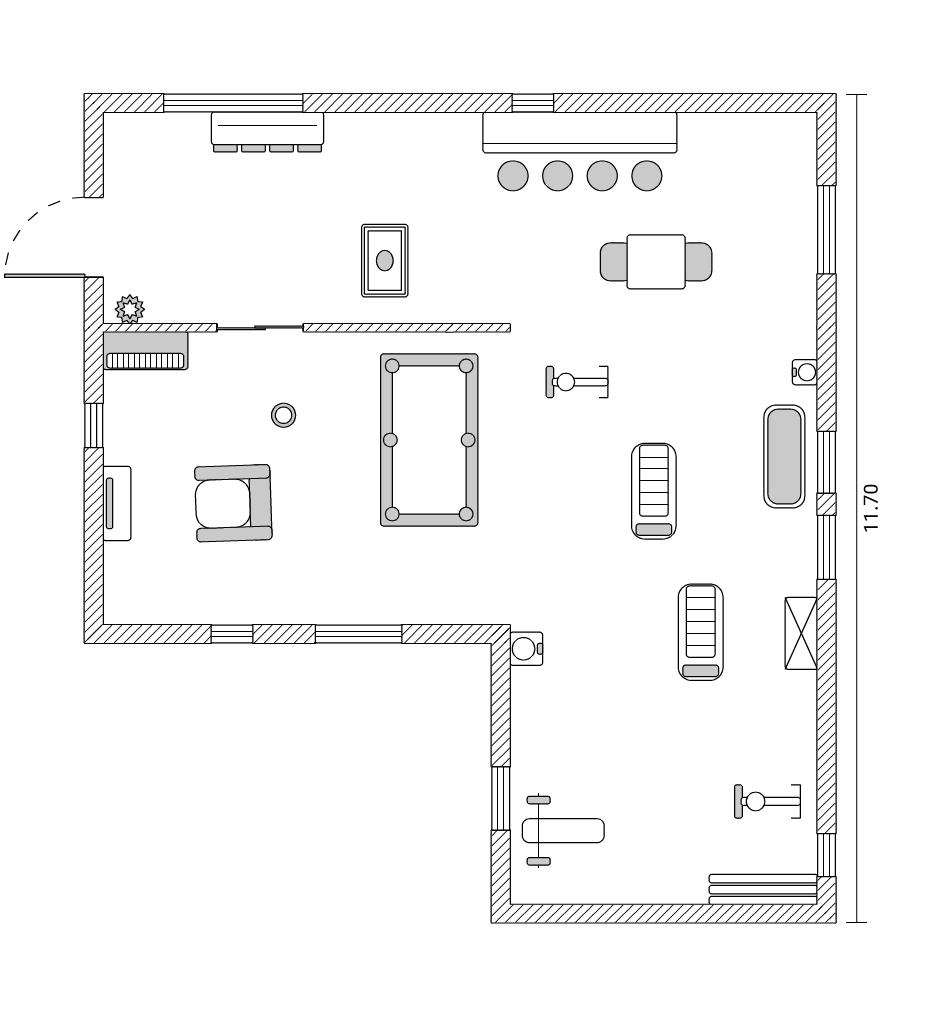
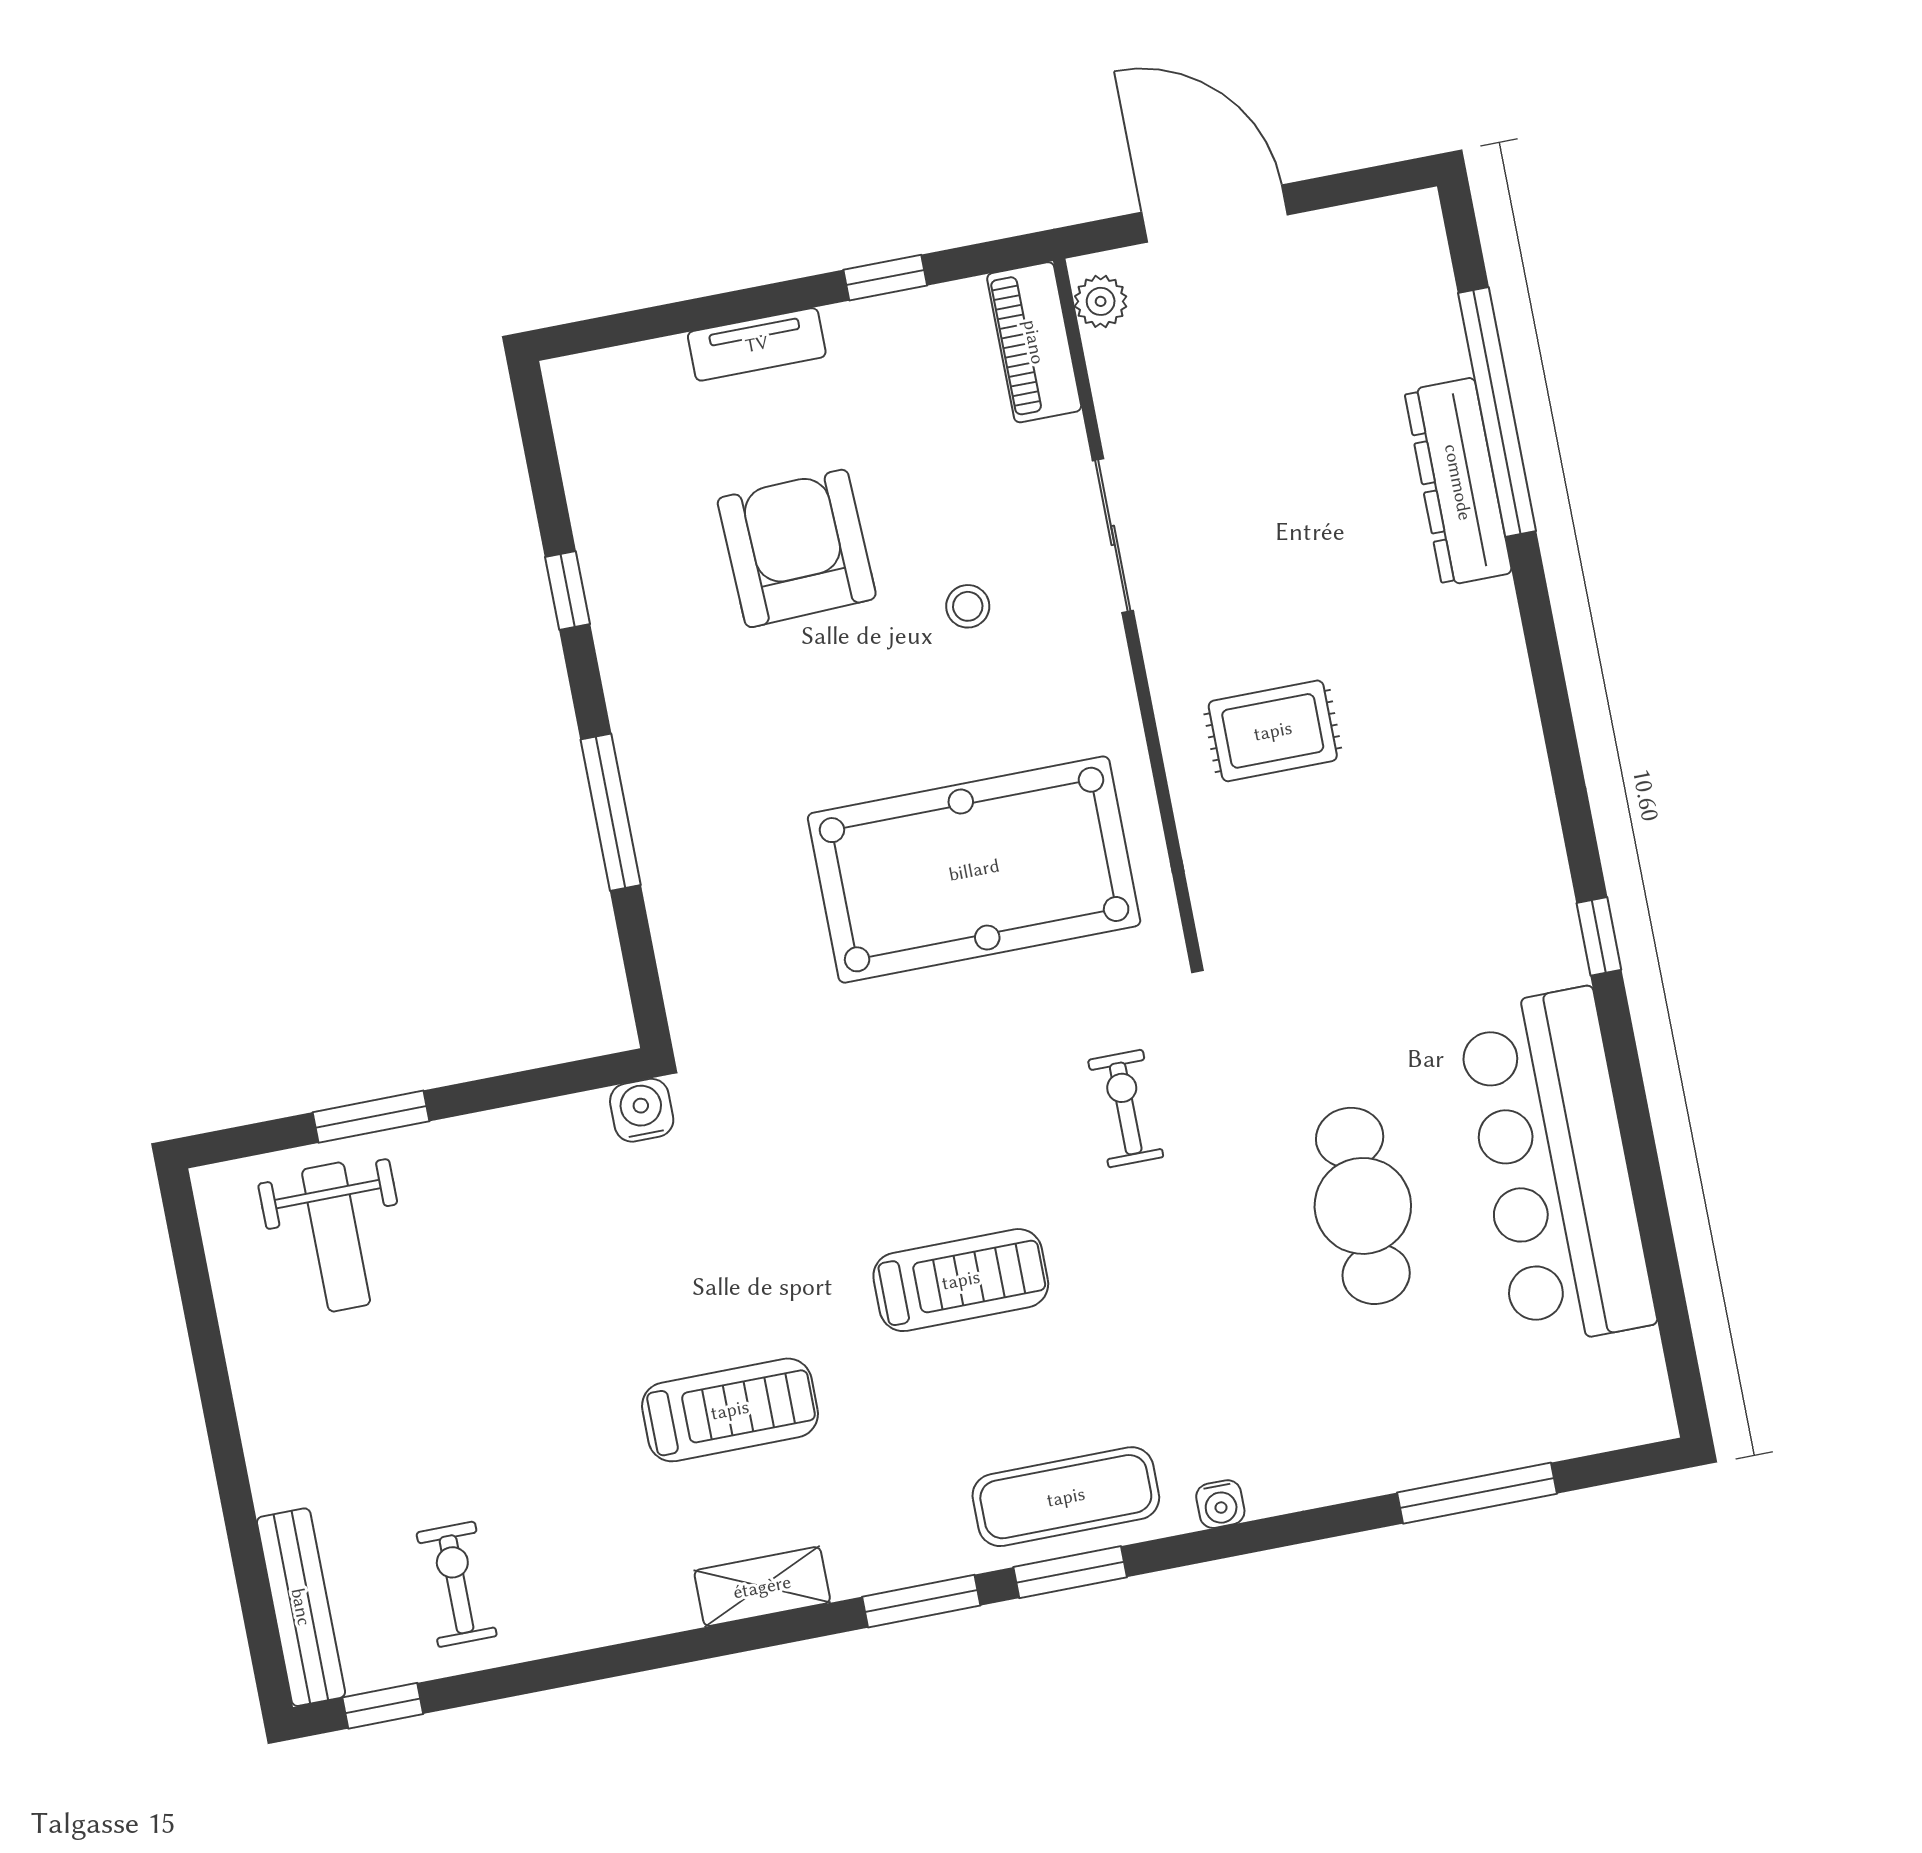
bar counter: (580, 151) -> (1556, 1168), moved

